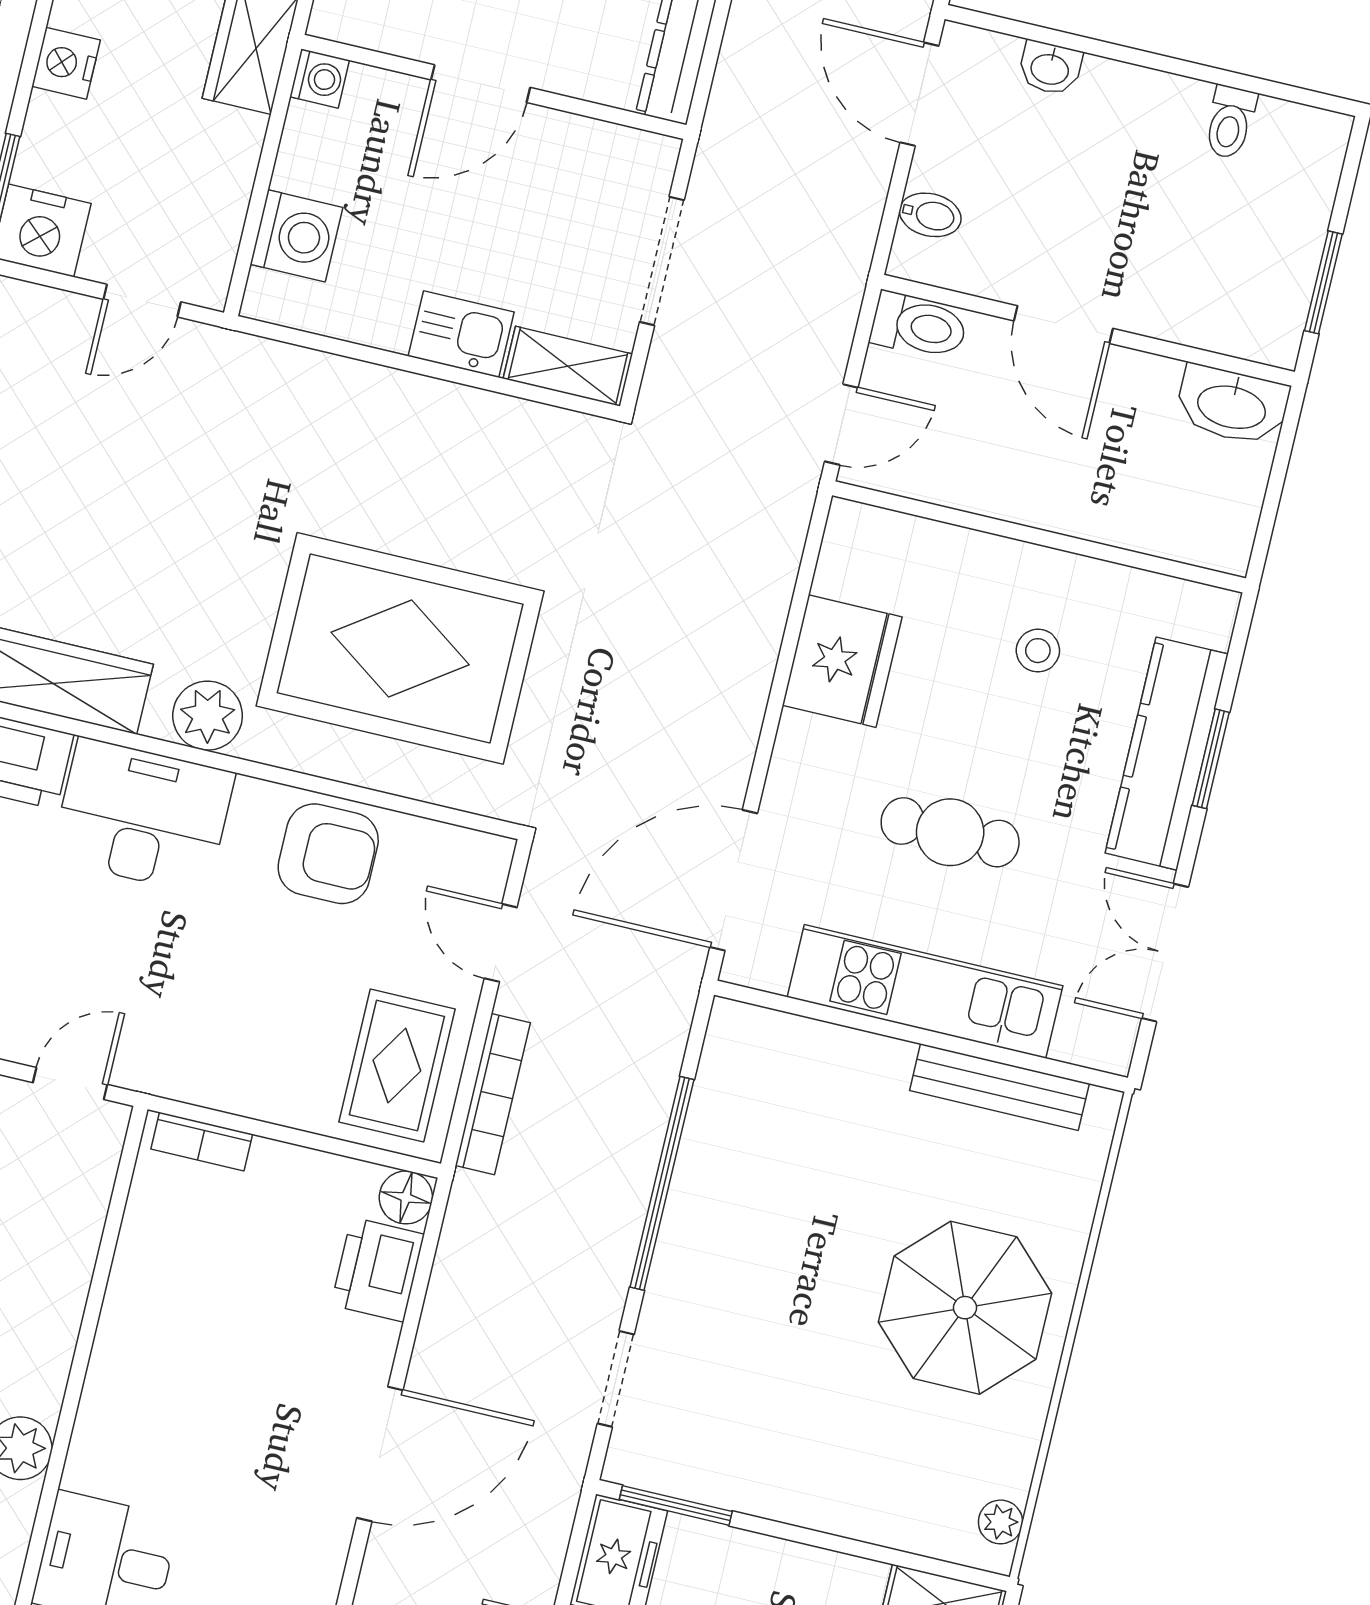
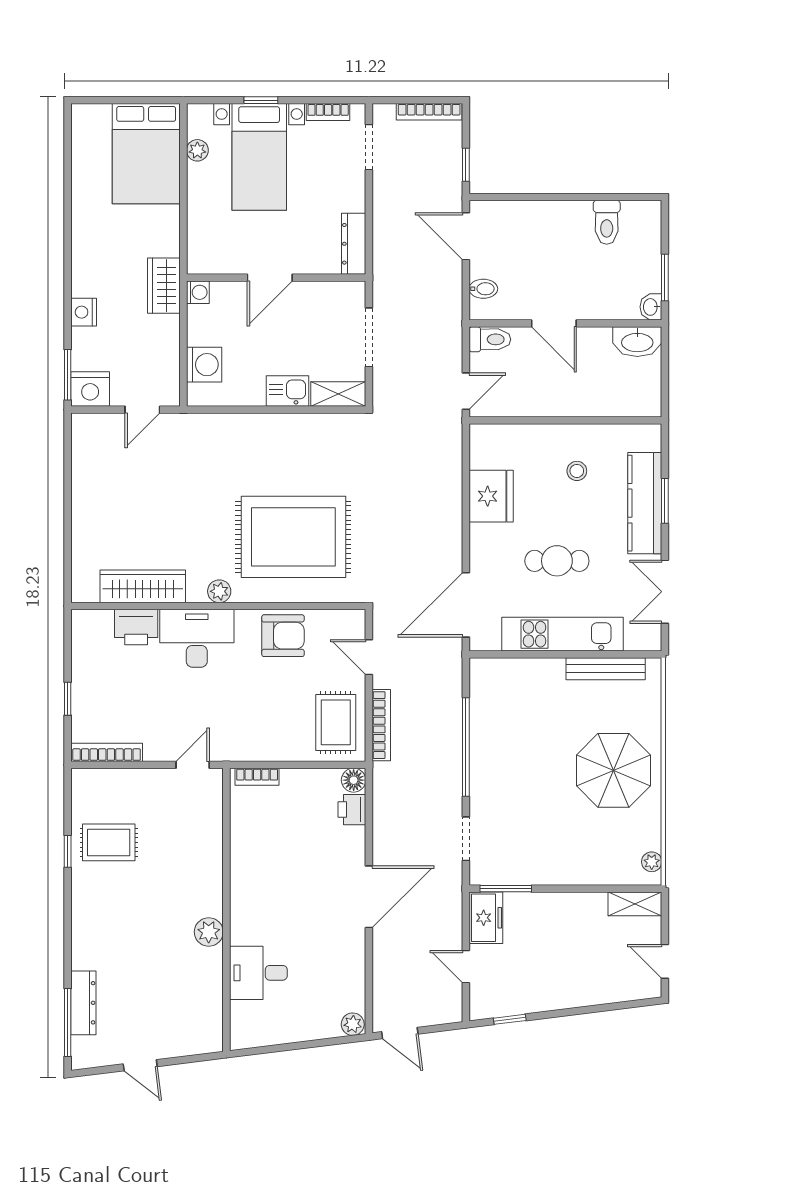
washbasin: (1050, 68) -> (651, 307), moved, turned 90
toilet: (1230, 122) -> (607, 222), width x1.37, depth x1.39
plant: (208, 716) -> (219, 591), width x0.73, depth x0.73
printer: (378, 1270) -> (352, 810), width x0.73, depth x0.81

